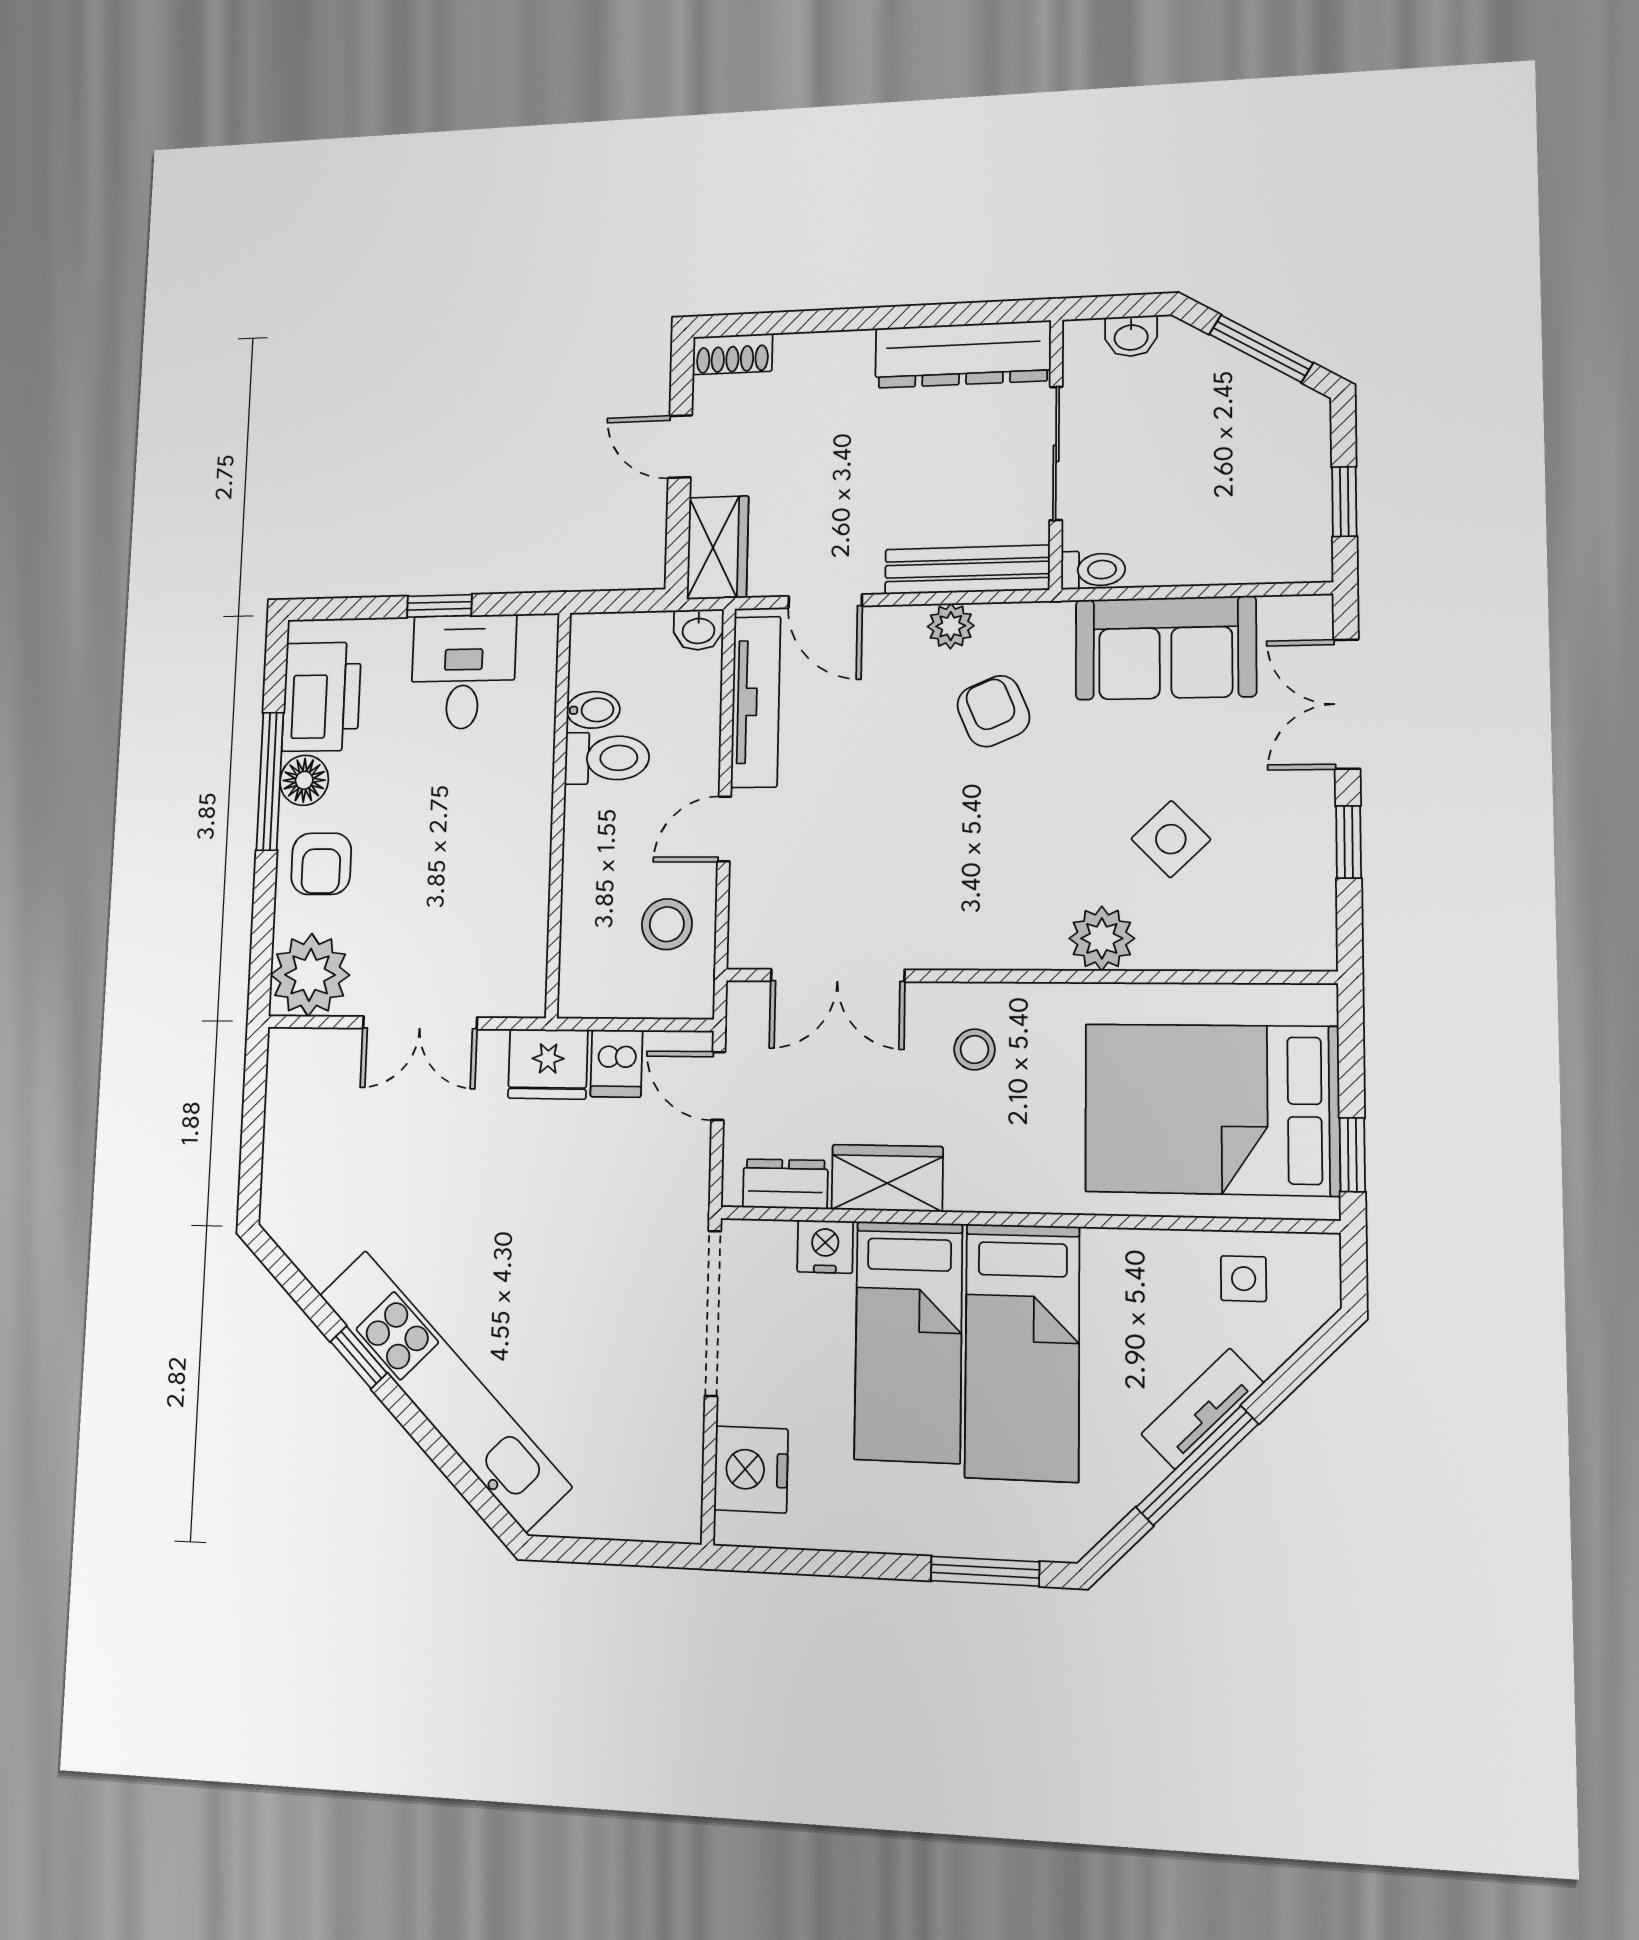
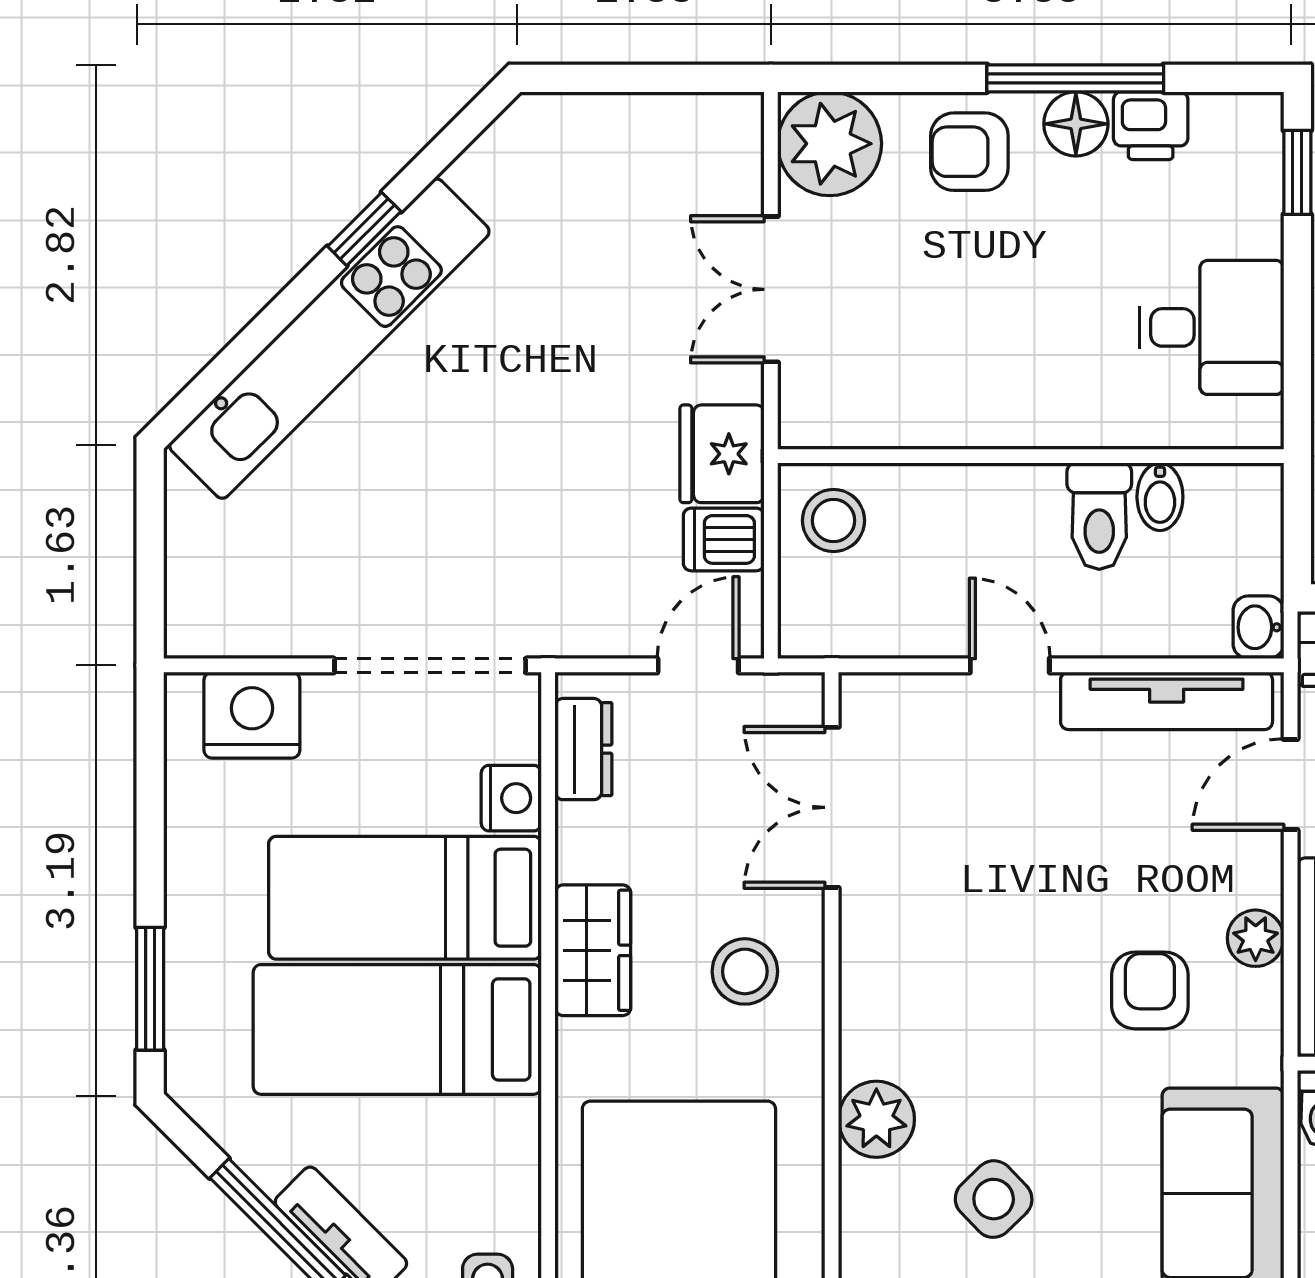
window: (439, 606) -> (1297, 172), moved
printer: (322, 697) -> (1151, 126), width x0.53, depth x0.68
armchair: (993, 711) -> (1150, 990), turned -67
stool: (667, 924) -> (834, 521), moved
stool: (975, 1049) -> (745, 971), width x1.37, depth x1.37
wardrobe: (887, 1178) -> (593, 950), moved

